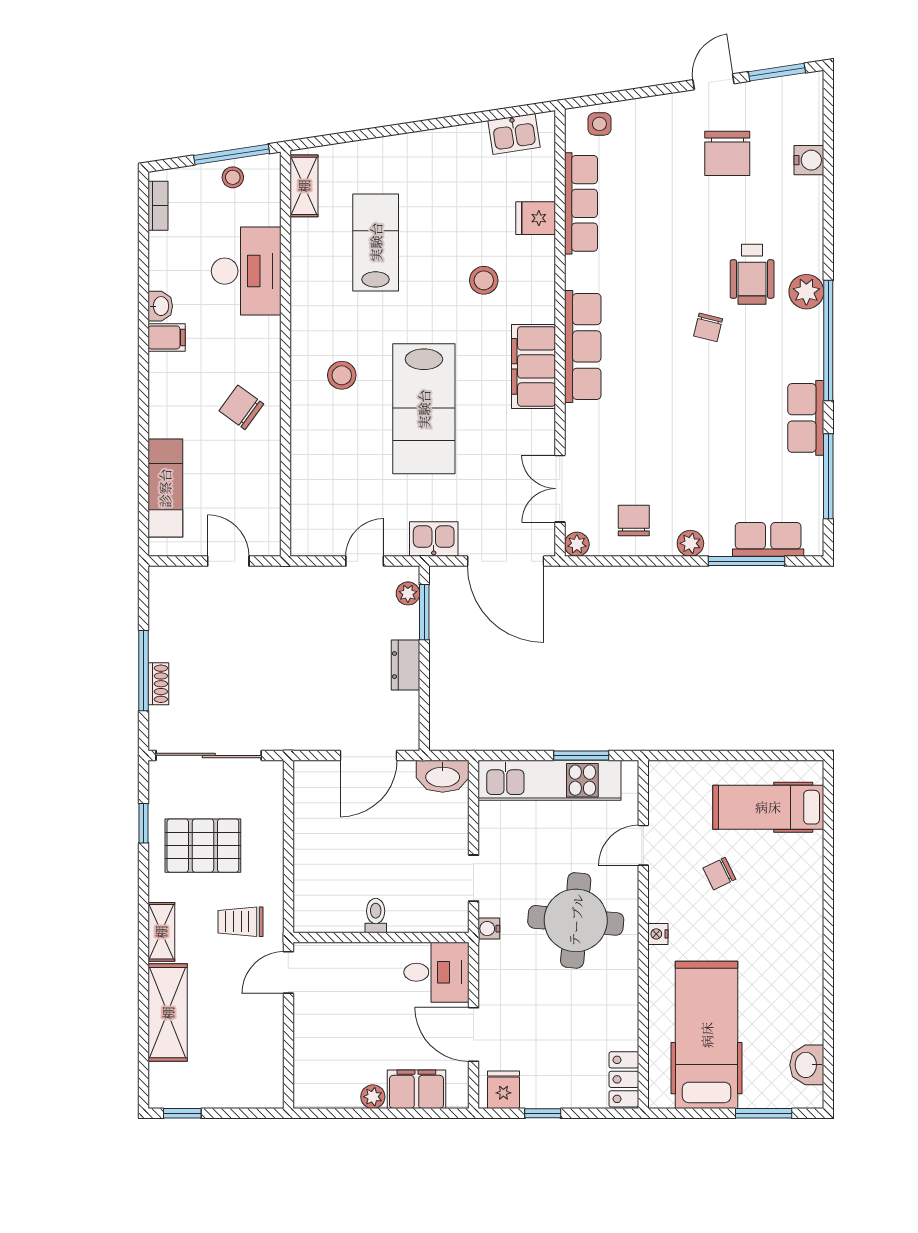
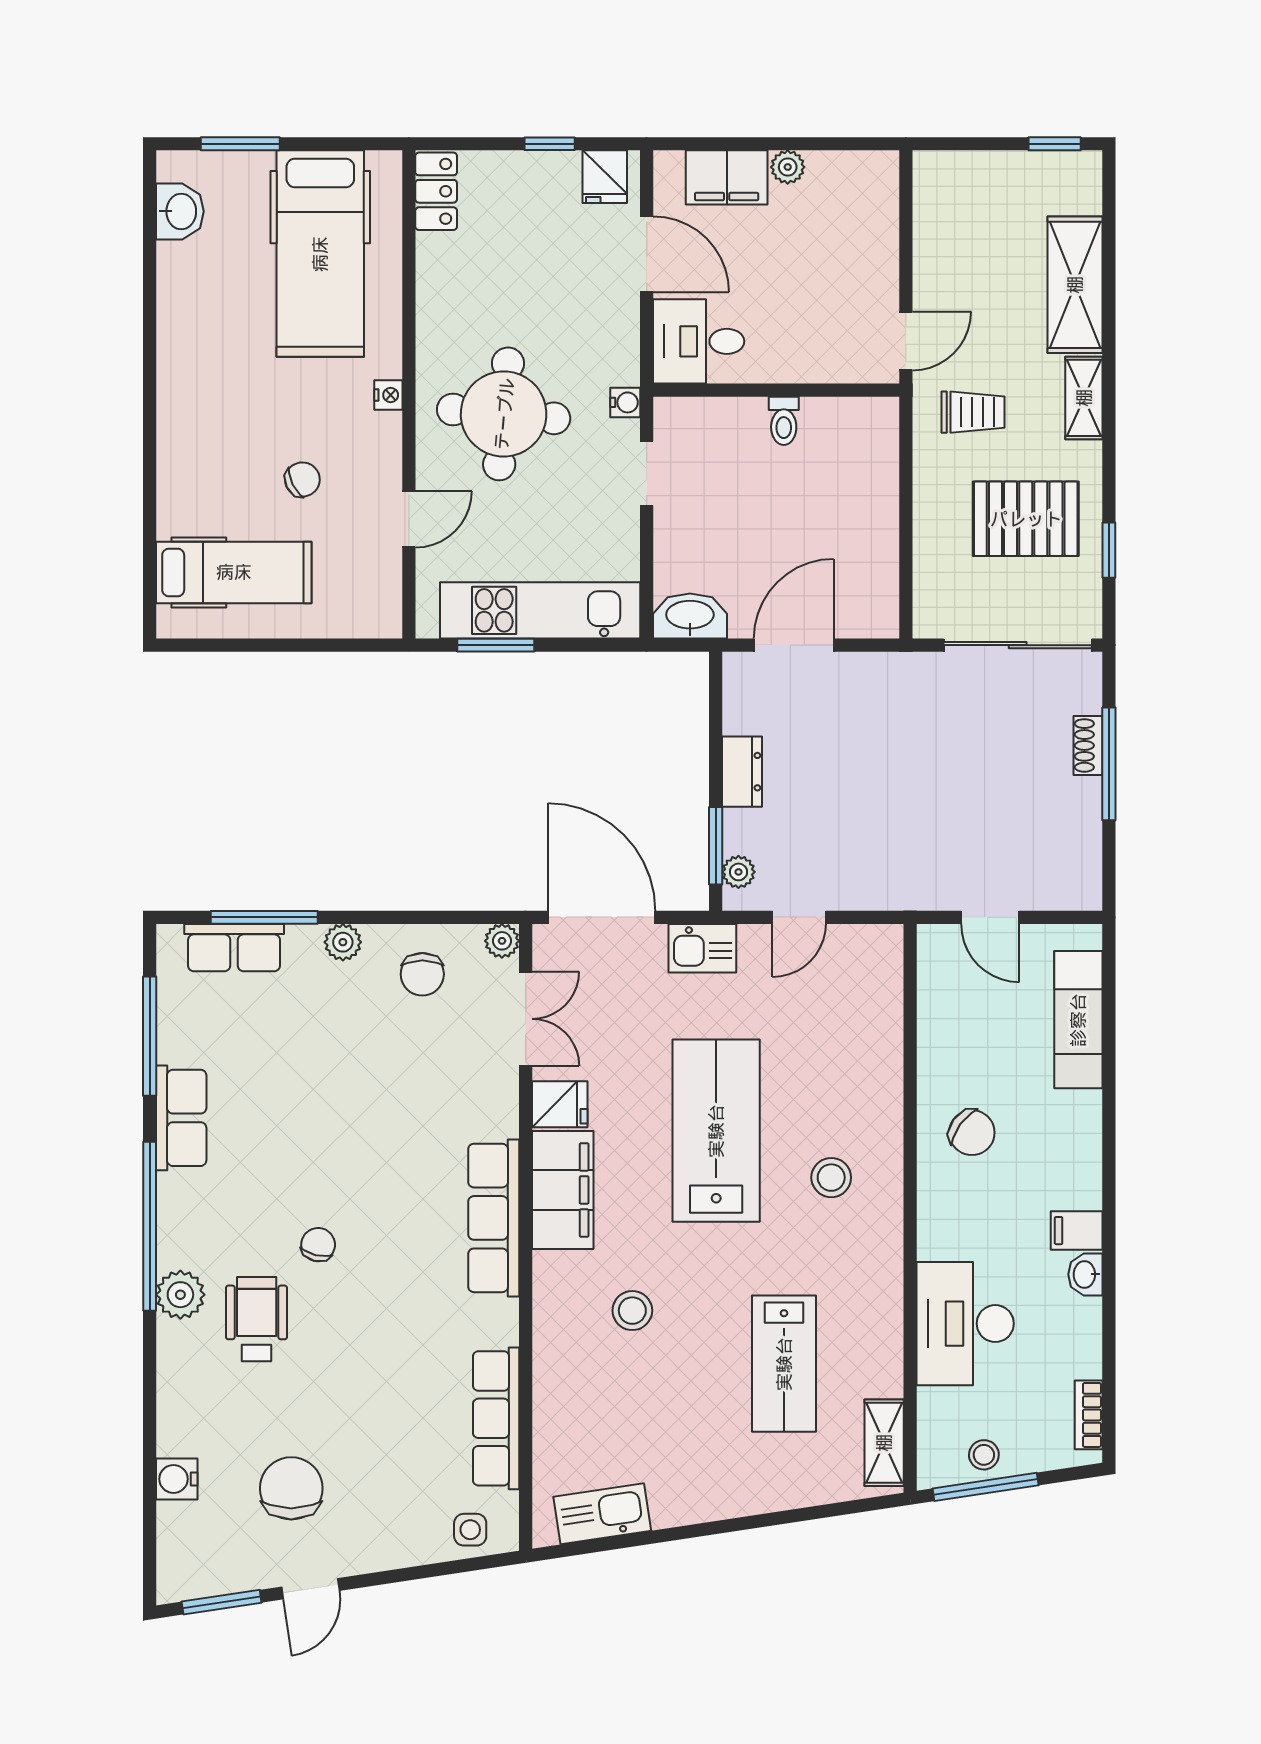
kitchen sink: (514, 134) -> (602, 1514), width x1.38
fridge: (536, 218) -> (560, 1104), moved

